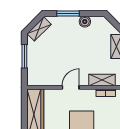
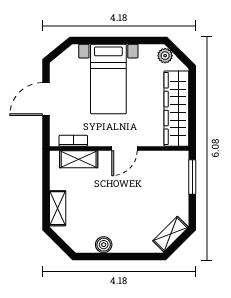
window: (68, 14) -> (128, 256), removed
window: (24, 56) -> (192, 177), moved

